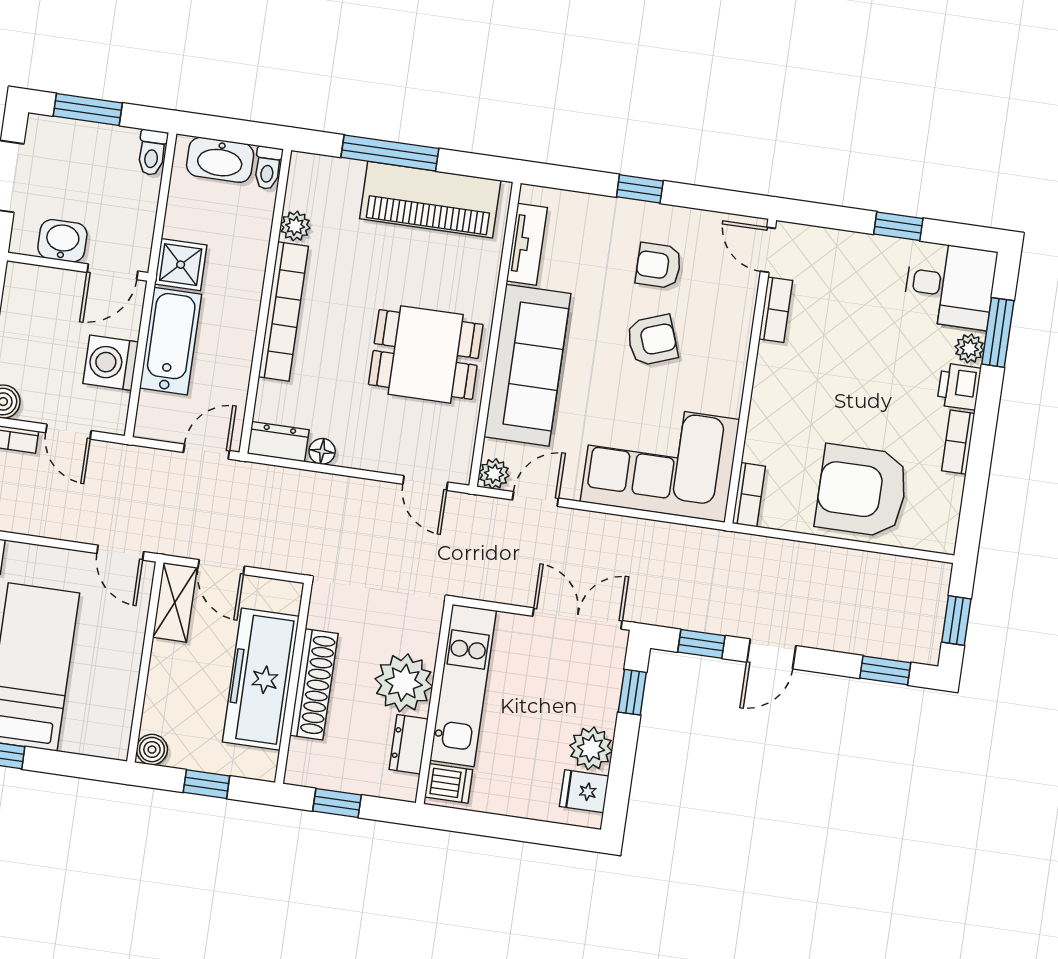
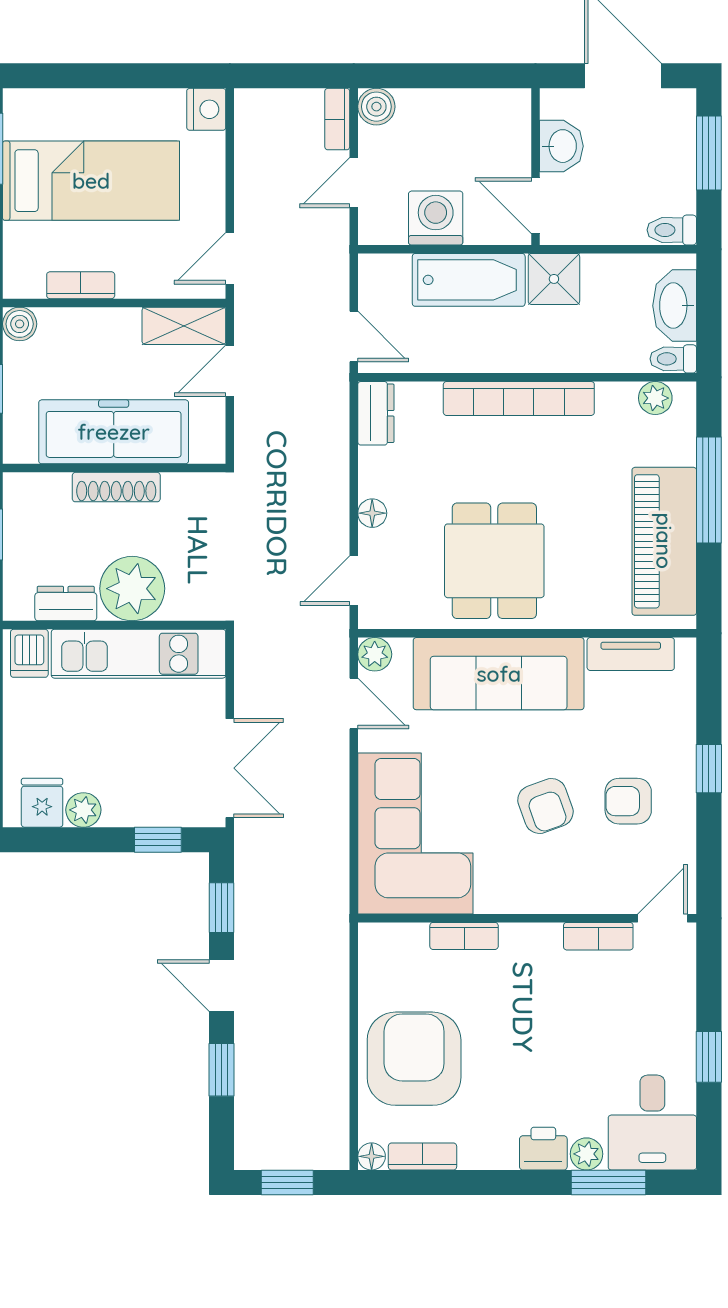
plant: (295, 226) -> (655, 398), moved
armchair: (658, 265) -> (628, 801), turned -90
bookcase: (958, 442) -> (423, 1157), moved
floor lamp: (322, 451) -> (372, 513), moved
bookcase: (749, 495) -> (464, 936), moved
floor lamp: (944, 542) -> (372, 1156), added
window: (885, 670) -> (222, 1070), moved
shoe rack: (314, 684) -> (116, 487), width x0.74, depth x0.81
bookcase: (125, 690) -> (81, 285), added
plant: (591, 748) -> (83, 810), width x0.73, depth x0.73

